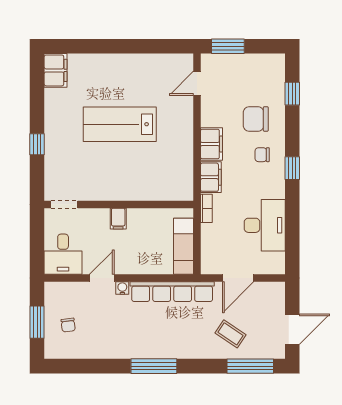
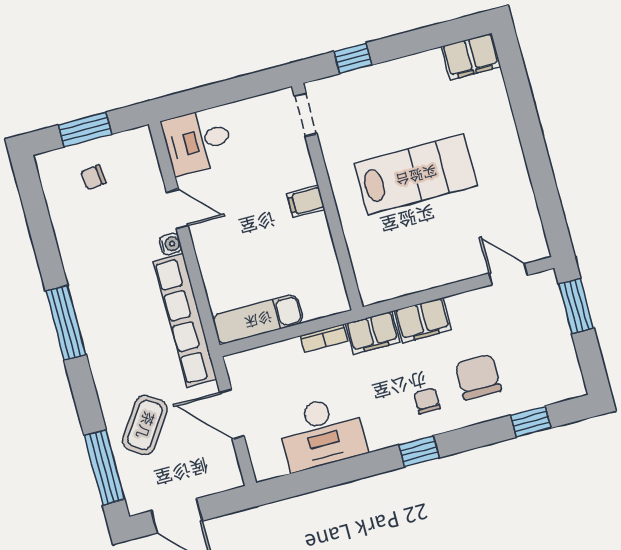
lab bench: (120, 124) -> (416, 175), turned 90
doorway: (64, 204) -> (306, 115), moved
wall: (119, 204) -> (327, 197), moved
filing cabinet: (118, 219) -> (306, 201), moved
coffee table: (231, 334) -> (145, 425), width x1.36, depth x1.30

